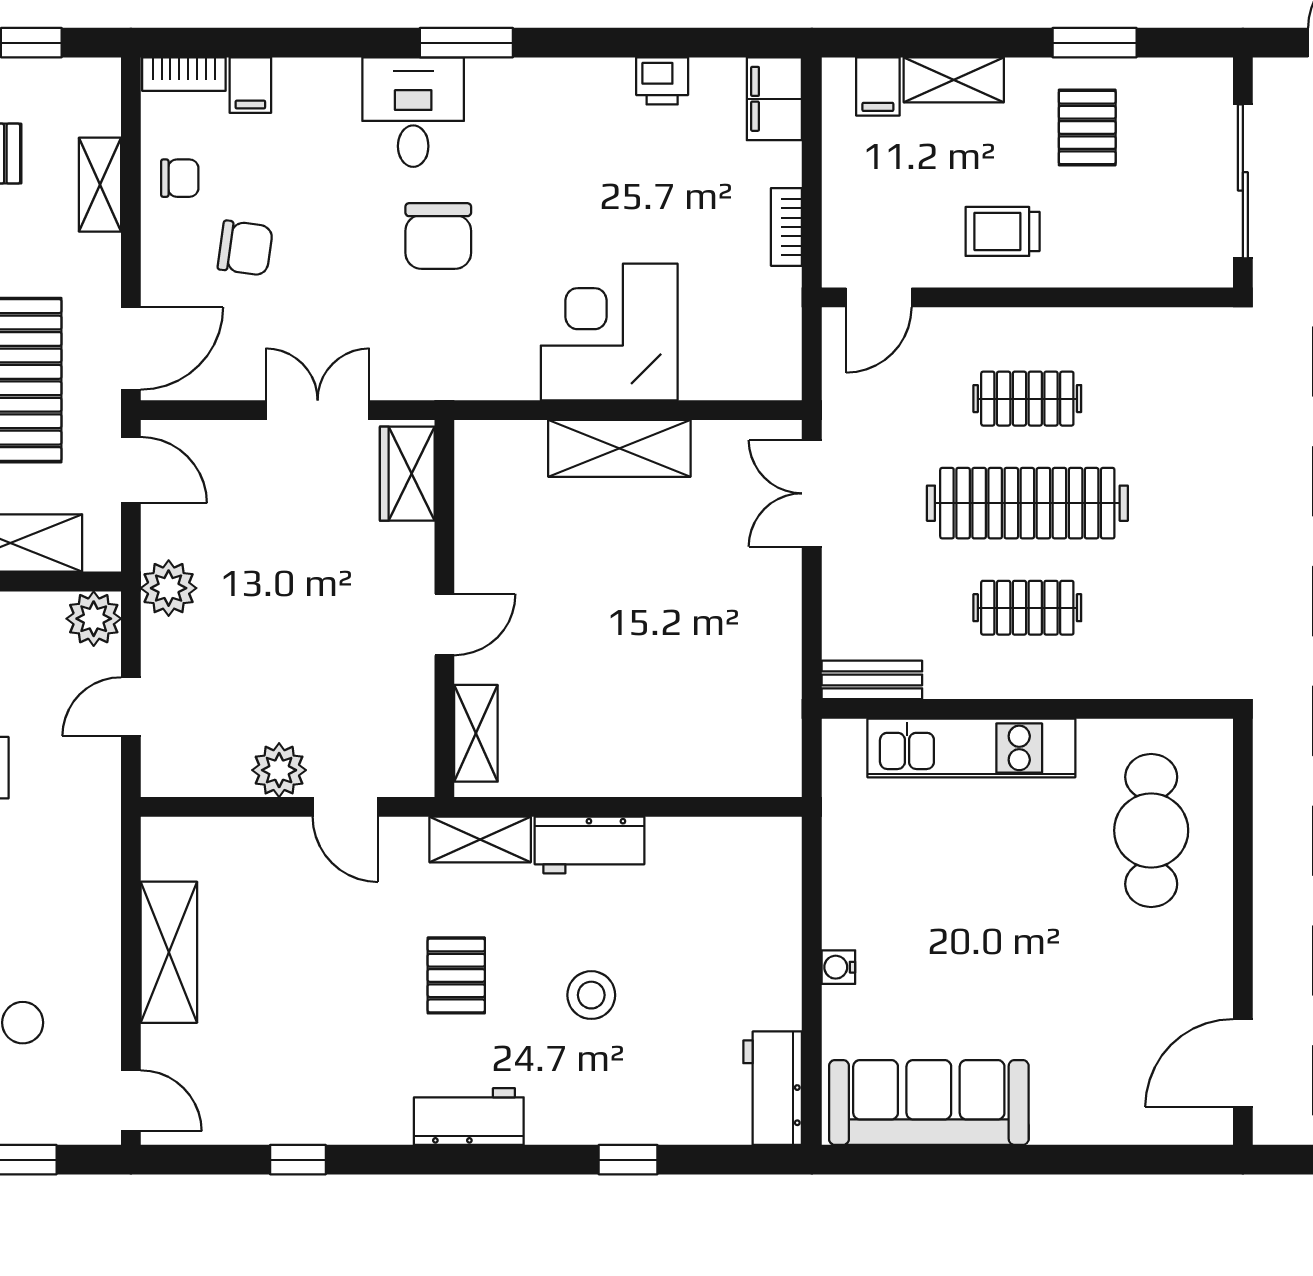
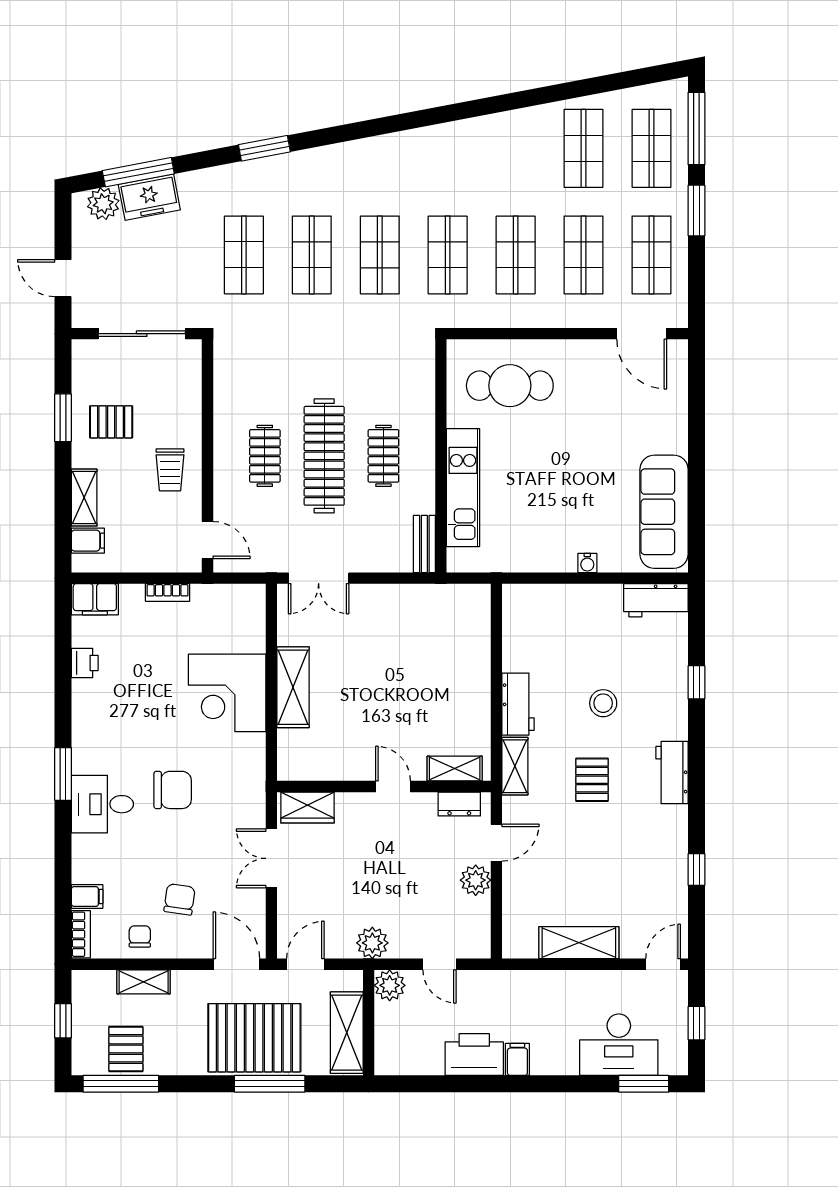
dresser: (414, 741) -> (459, 804), added
pallet: (456, 975) -> (592, 780), turned 90

